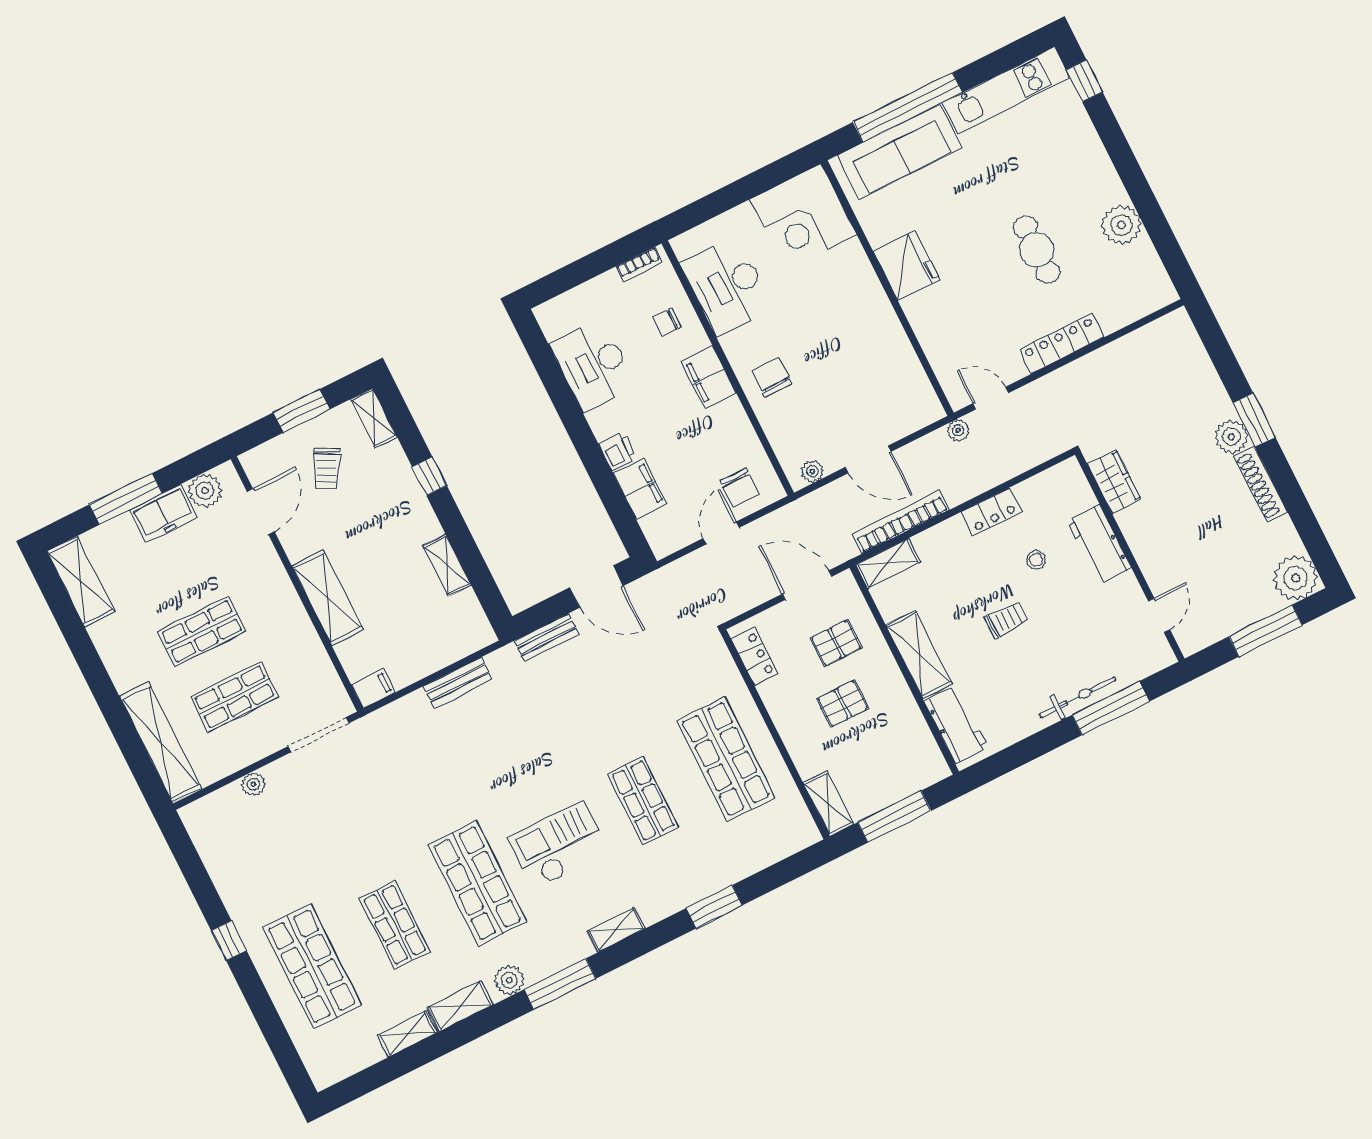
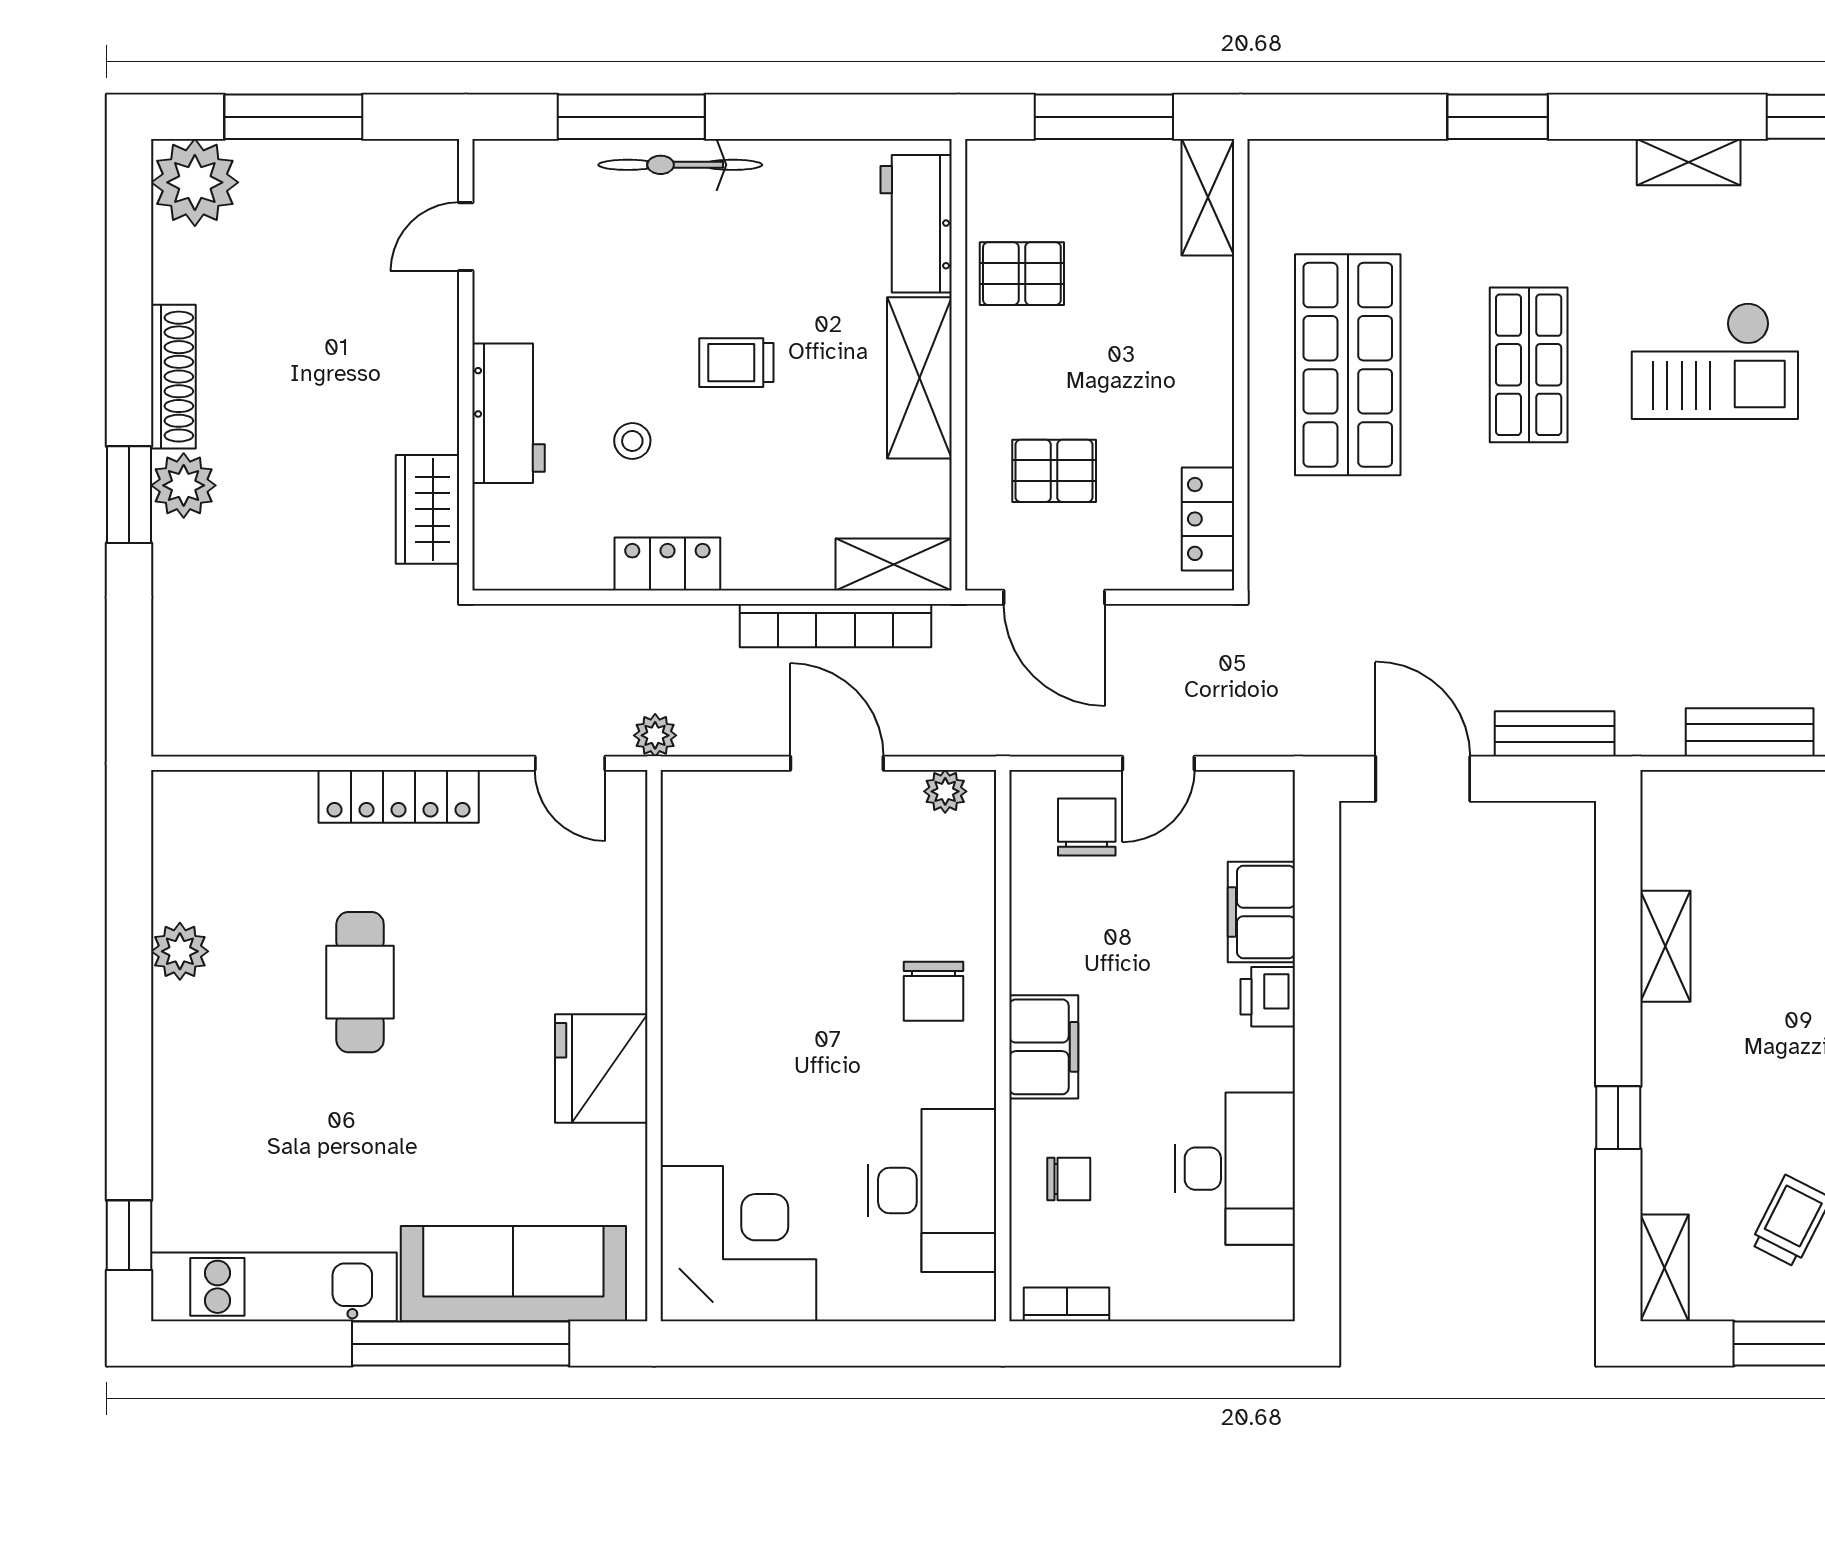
plant: (1121, 225) -> (180, 951), width x0.73, depth x0.73
pallet: (843, 703) -> (1022, 274), moved

